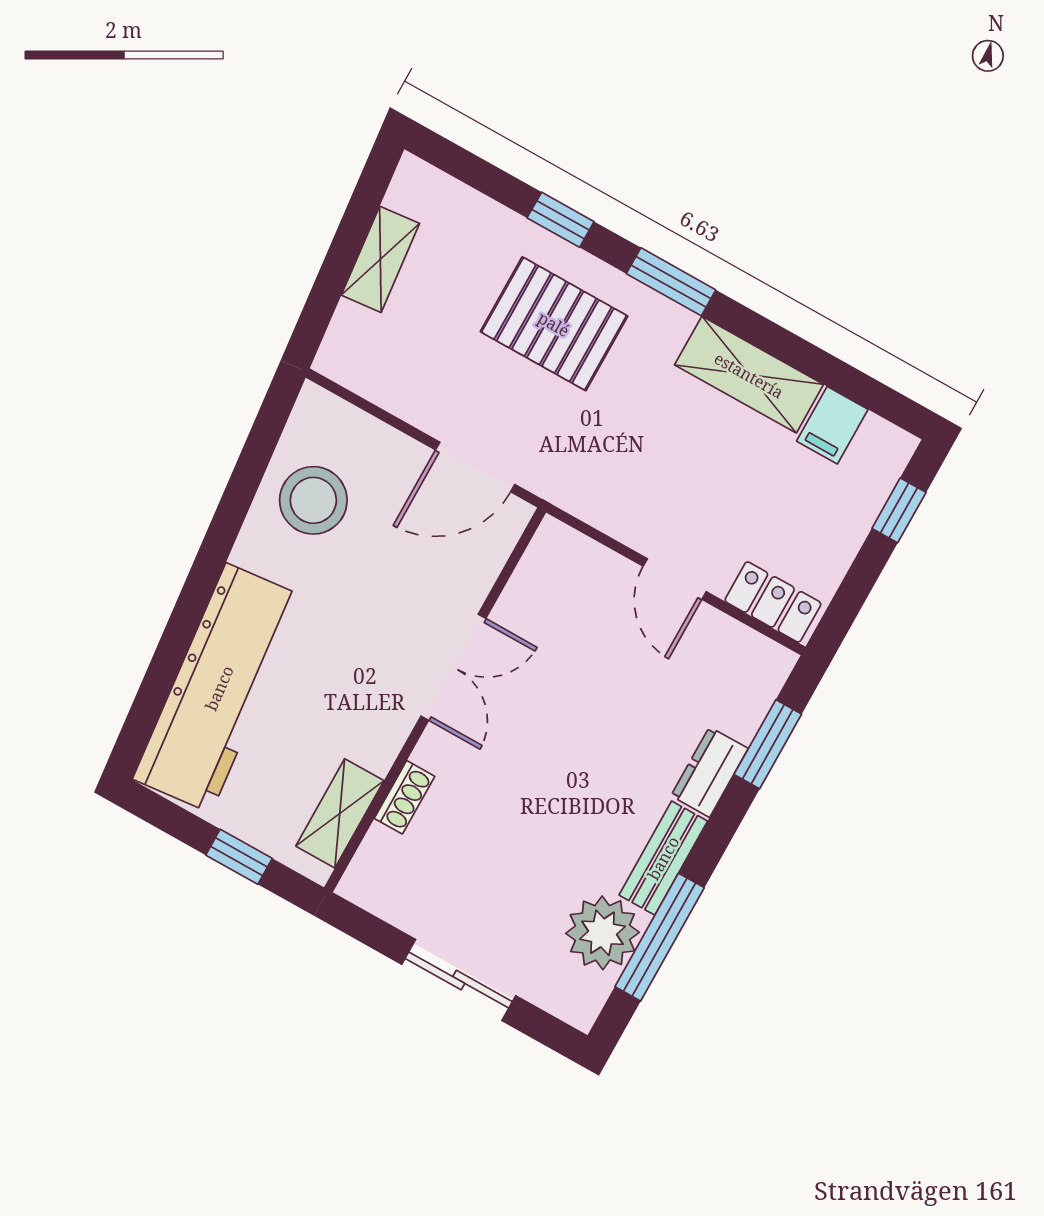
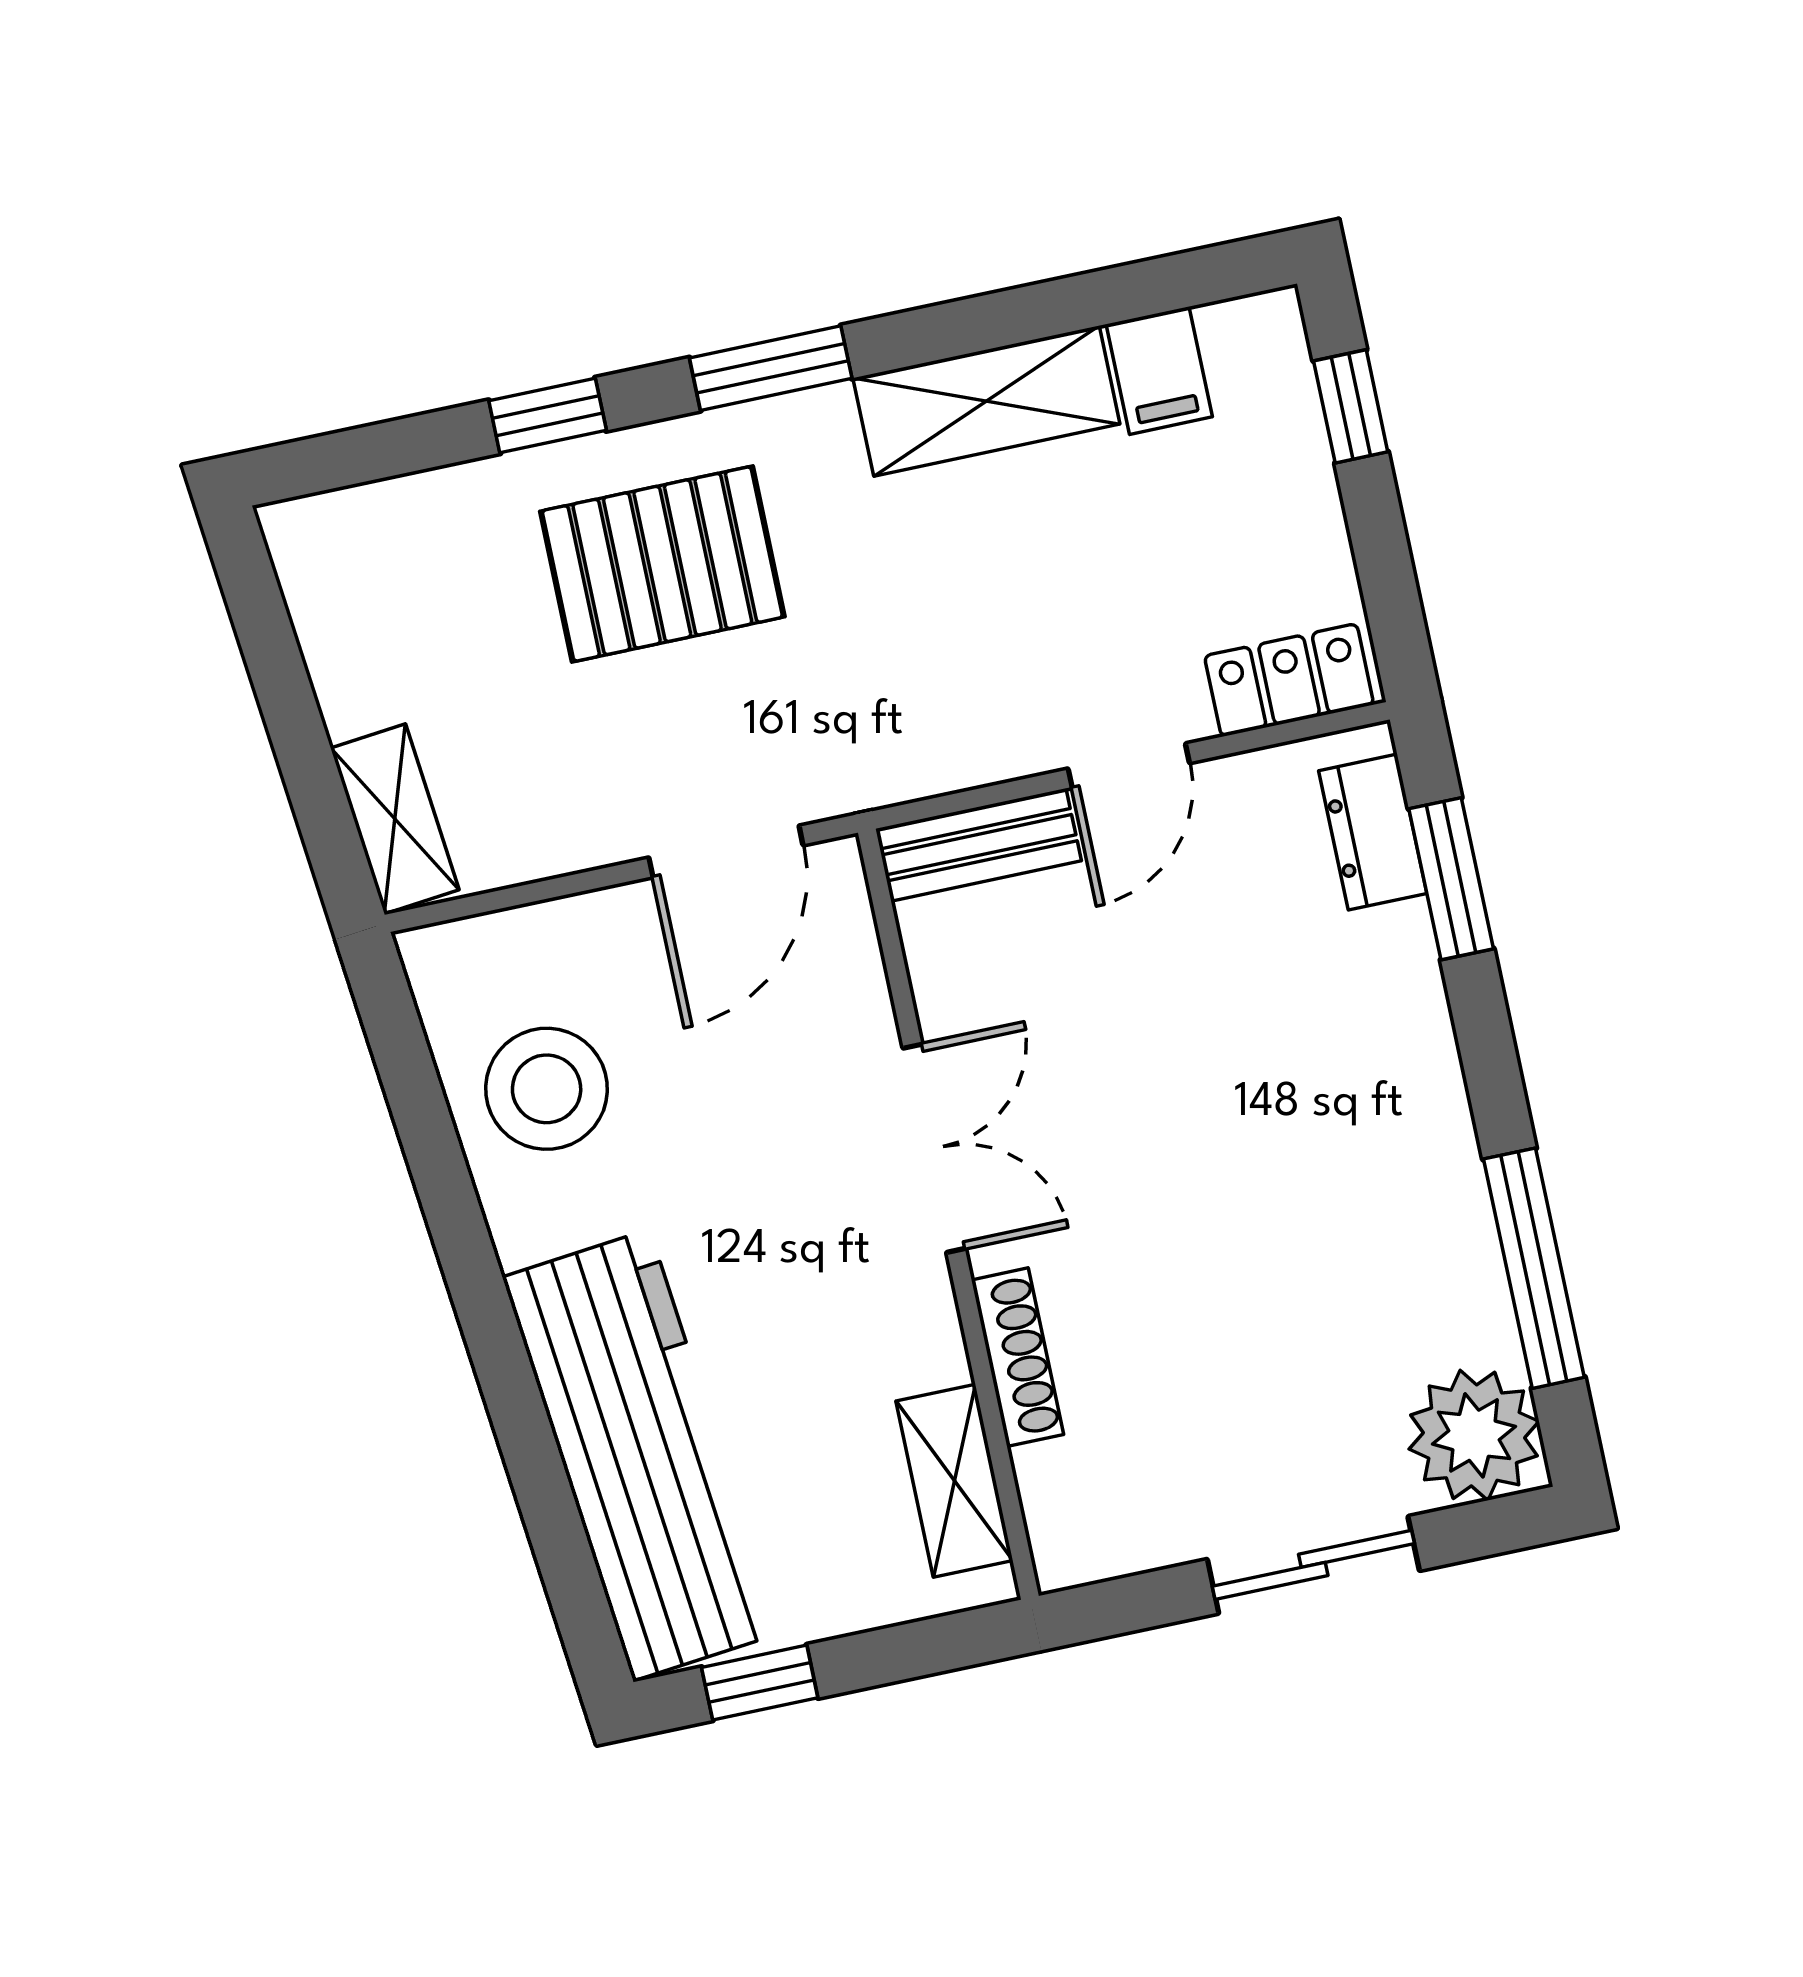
shelving: (380, 259) -> (395, 819), moved
door: (675, 579) -> (1129, 766), hinge flipped
dresser: (710, 772) -> (1373, 832), moved
shoe rack: (405, 797) -> (1018, 1357), width x1.43
window: (239, 857) -> (760, 1683), moved
bench: (663, 858) -> (979, 845), moved, turned 90
plant: (602, 933) -> (1474, 1435), moved

